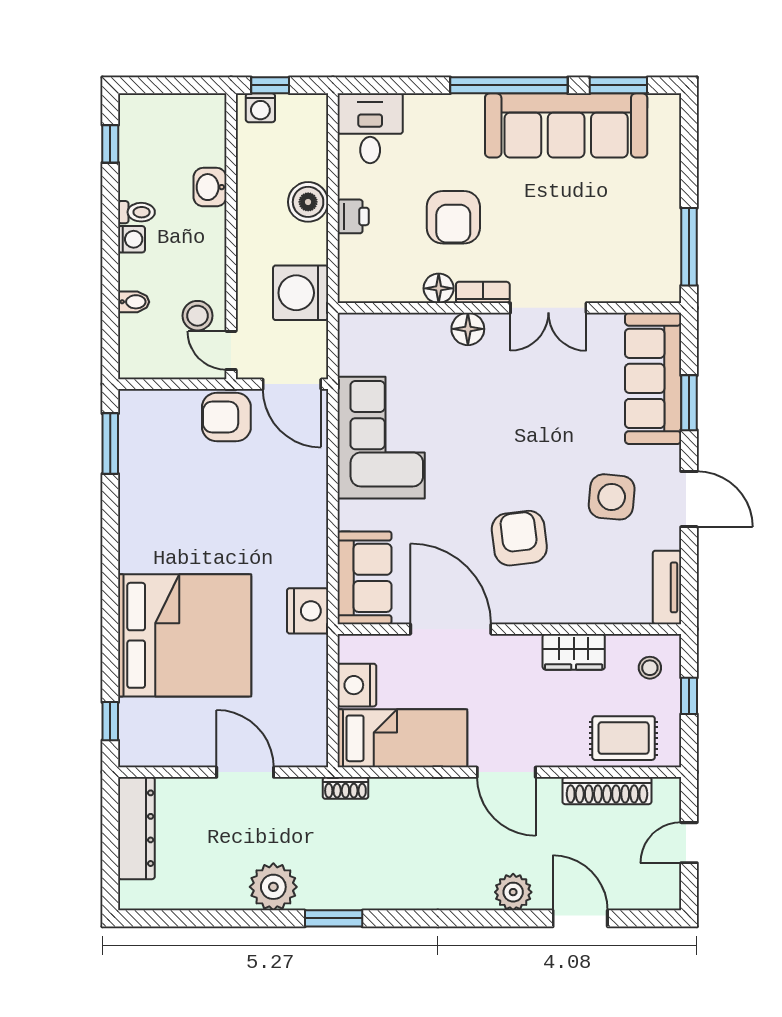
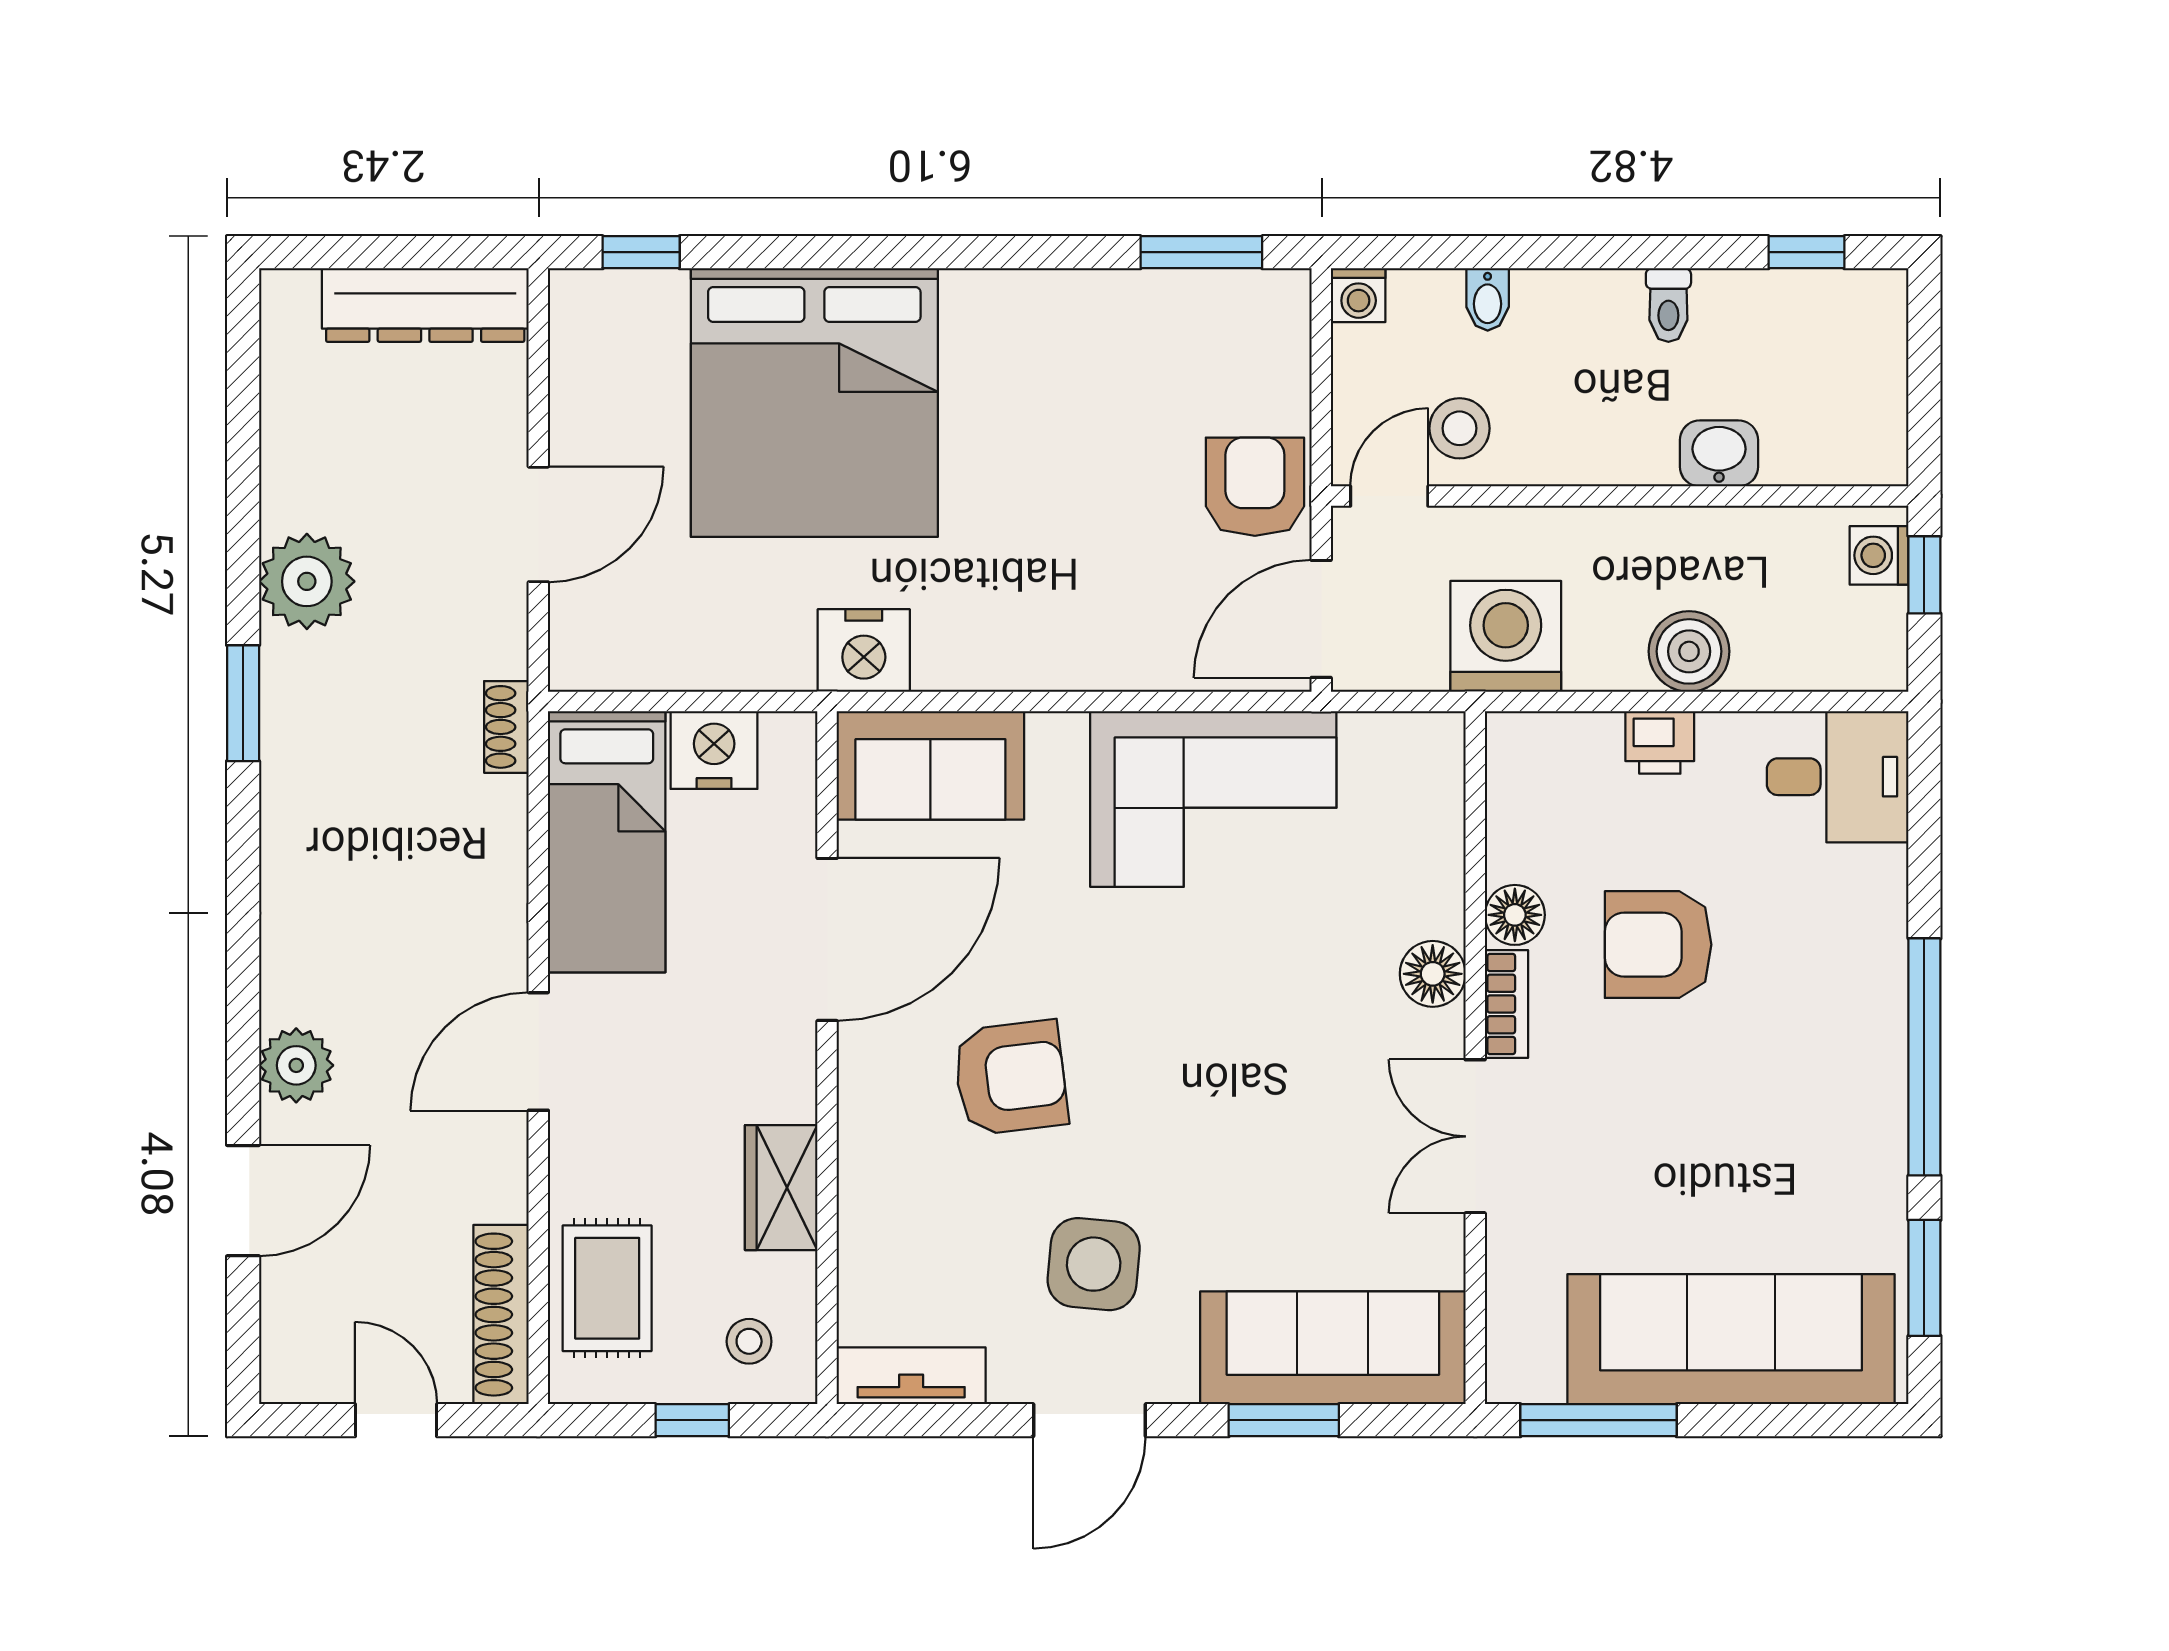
sofa: (566, 125) -> (1731, 1339), moved, turned 90
washing machine: (132, 239) -> (1359, 295), moved
shoe rack: (607, 791) -> (501, 1315), moved

